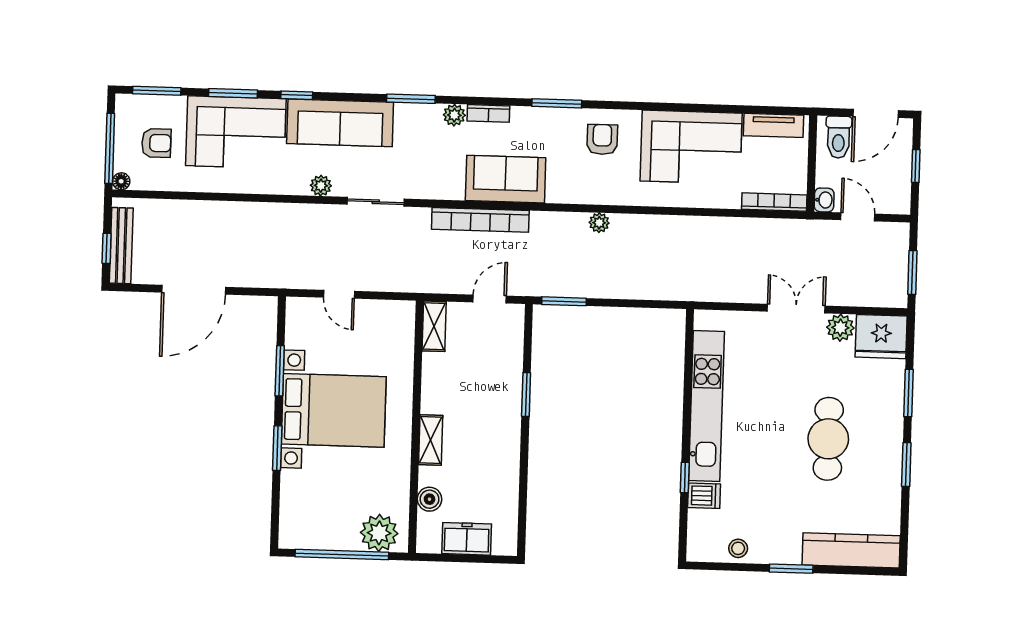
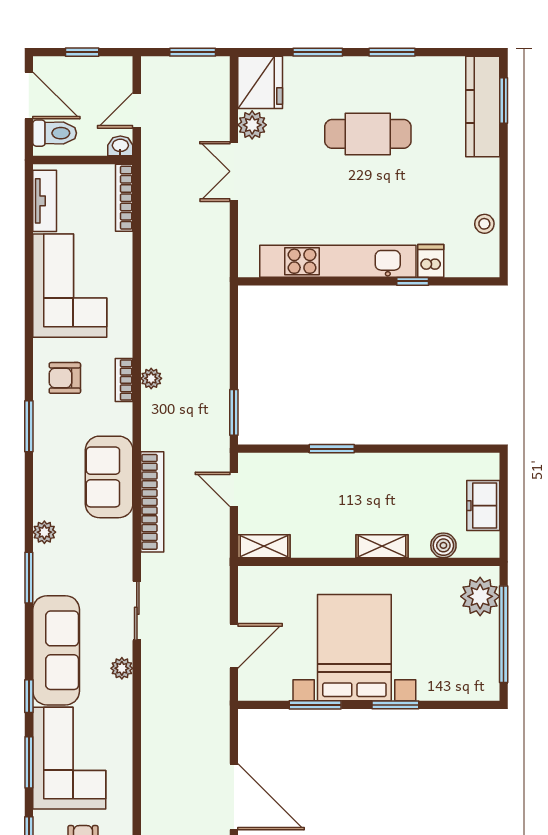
bookcase: (488, 113) -> (124, 380), moved, turned 180
door: (339, 294) -> (234, 646), width x1.38
window: (791, 569) -> (504, 100), moved

